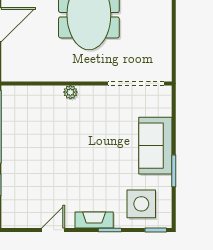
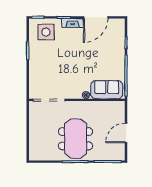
sofa: (155, 146) -> (107, 90), moved, turned -90
door: (53, 230) -> (96, 17), width x1.88

